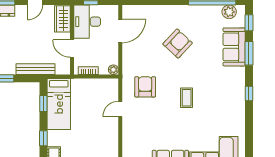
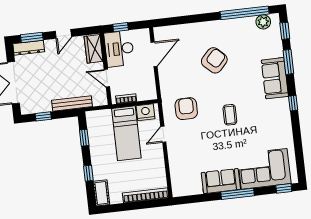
sofa: (234, 47) -> (275, 78), moved
plant: (113, 70) -> (152, 95), removed
nightstand: (105, 86) -> (146, 112), added
bed: (59, 104) -> (126, 133), moved

